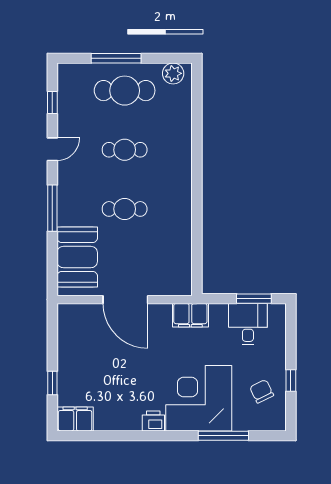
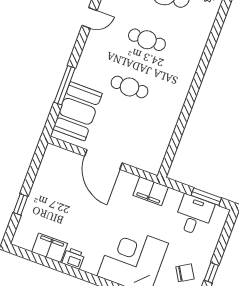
window: (52, 208) -> (65, 85), moved
chair: (262, 391) -> (185, 273), turned 85
filing cabinet: (75, 419) -> (50, 248), moved
printer: (153, 421) -> (73, 258), moved

